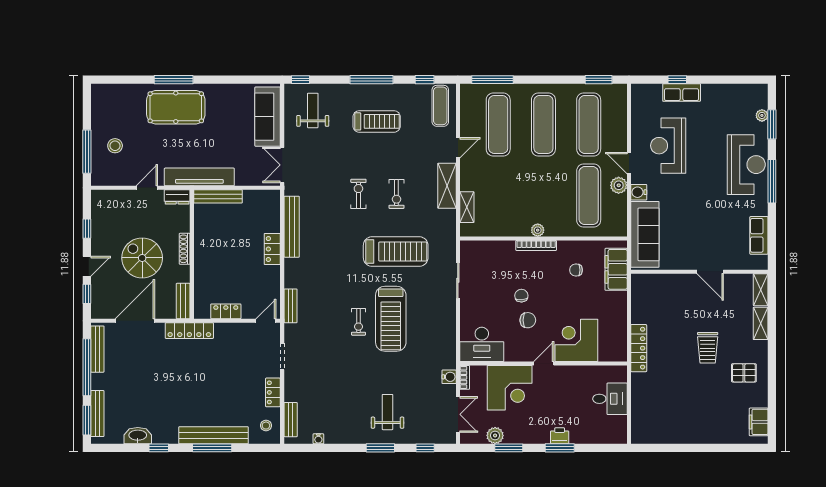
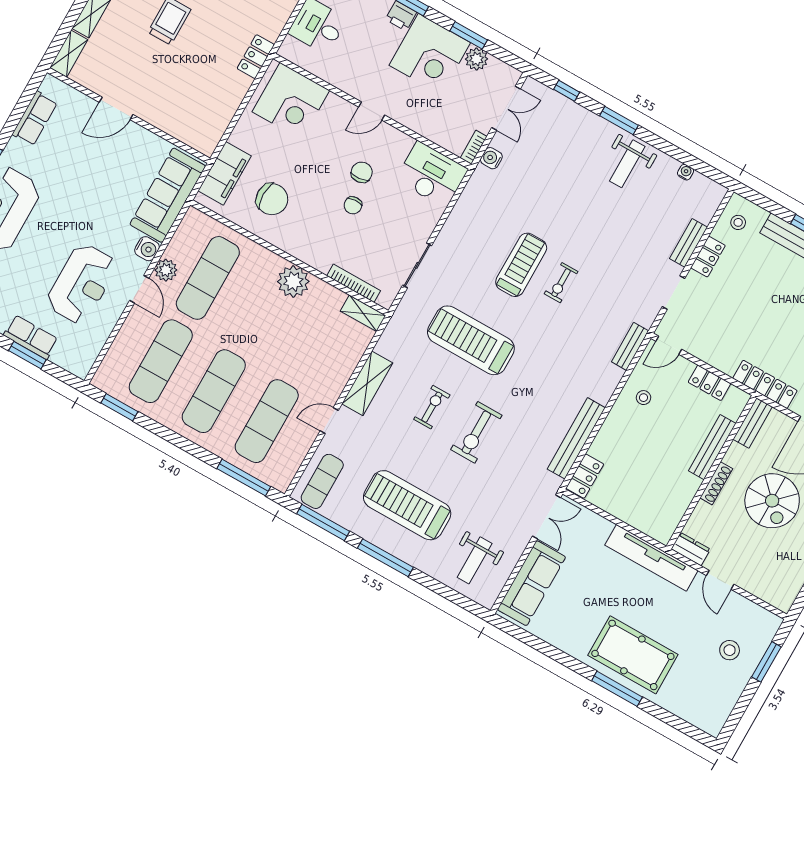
window: (300, 80) -> (468, 605), removed
window: (425, 80) -> (323, 523), width x2.17
window: (677, 80) -> (27, 355), width x1.50
treadmill: (377, 121) -> (407, 505), width x1.37, depth x1.38
window: (87, 152) -> (766, 662), width x0.69
door: (147, 188) -> (720, 580), hinge flipped
exercise bike: (358, 194) -> (476, 432), width x1.38, depth x1.39
bench: (218, 196) -> (712, 447), moved, turned 90
shelving: (467, 207) -> (363, 313), moved, turned 90
plant: (538, 230) -> (293, 282), width x1.88, depth x1.88
bookcase: (536, 245) -> (354, 283), moved
locker: (272, 249) -> (585, 476), moved
chair: (576, 270) -> (272, 199), width x1.87, depth x1.87
door: (710, 272) -> (116, 108), swing flipped
stool: (263, 278) -> (644, 398), added
treadmill: (391, 319) -> (521, 265), width x0.73, depth x0.73
chair: (528, 320) -> (362, 172), turned 84
exercise bike: (358, 322) -> (561, 283), turned 180
corner desk: (576, 340) -> (291, 101), moved
locker: (639, 348) -> (256, 57), width x0.66
corner desk: (510, 388) -> (430, 54), moved, turned 180
weight bench: (387, 412) -> (627, 164), moved
double door: (458, 414) -> (506, 108), swing flipped
bench: (291, 420) -> (688, 243), moved

